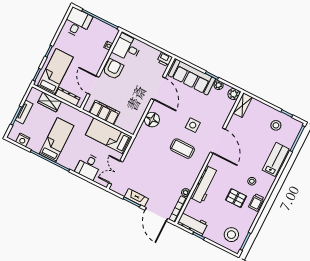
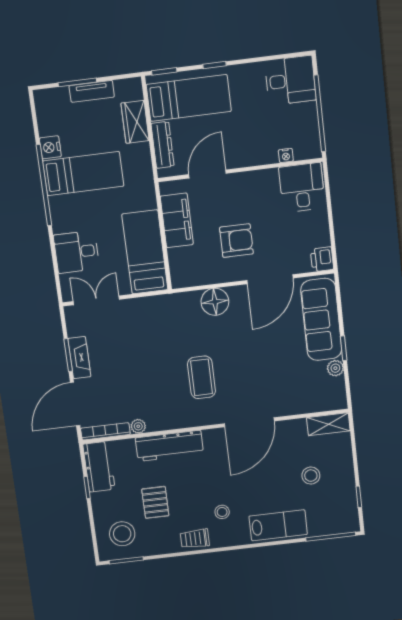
armchair: (113, 69) -> (236, 241), moved
plant: (234, 94) -> (337, 400), removed
side table: (193, 125) -> (248, 370), removed
stool: (276, 125) -> (311, 476), moved
nightstand: (23, 140) -> (50, 147), moved
pallet: (236, 198) -> (155, 502), moved

